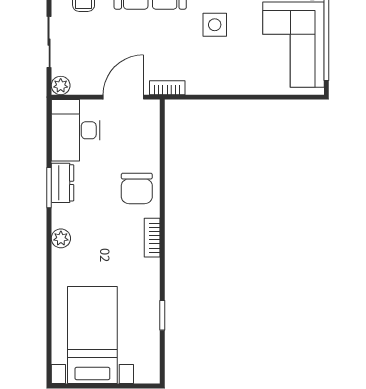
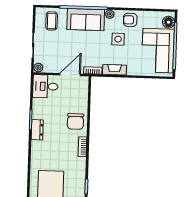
fireplace: (210, 85) -> (114, 70), added
desk: (76, 130) -> (45, 86), width x0.73
dresser: (62, 183) -> (37, 130), moved
plant: (61, 238) -> (36, 146), removed

